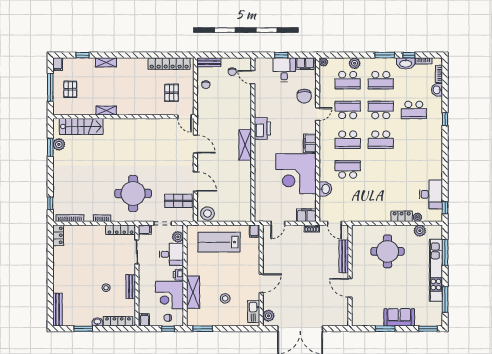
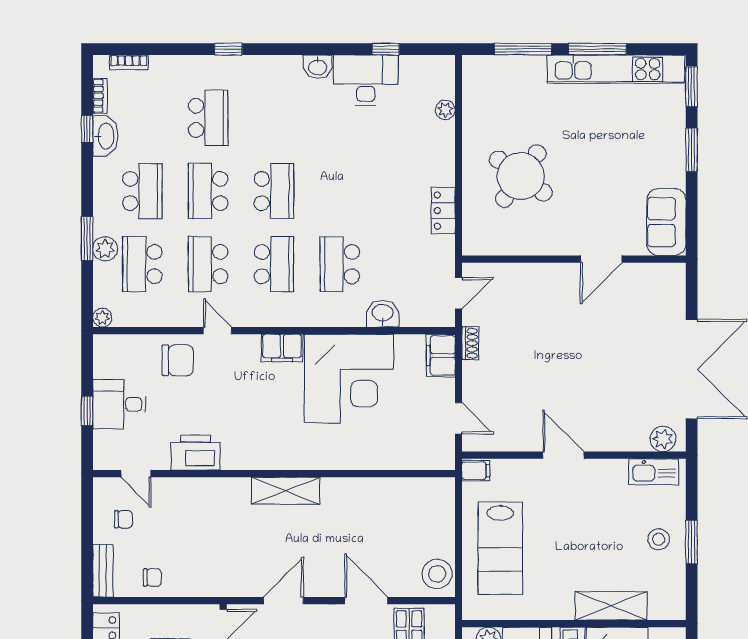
window: (385, 55) -> (87, 239), moved
filing cabinet: (305, 64) -> (106, 358), removed
door: (253, 77) -> (136, 474), hinge flipped
school desk: (348, 80) -> (142, 264), turned 180
washbasin: (437, 90) -> (318, 67), moved
printer: (262, 128) -> (196, 453), moved
door: (195, 181) -> (366, 601), hinge flipped
desk: (431, 194) -> (366, 80), moved
window: (445, 208) -> (386, 49), moved
locker: (402, 216) -> (443, 211), moved
plant: (420, 231) -> (475, 105), removed
round table: (387, 251) -> (521, 176), turned 36
bench: (344, 256) -> (532, 273), removed
kitchen unit: (436, 270) -> (616, 69), moved
door: (261, 283) -> (563, 455), moved
stool: (225, 298) -> (659, 539), moved
window: (445, 299) -> (598, 49), moved
sofa: (399, 317) -> (666, 222), moved
window: (203, 329) -> (692, 542), moved
window: (385, 329) -> (692, 150), moved

